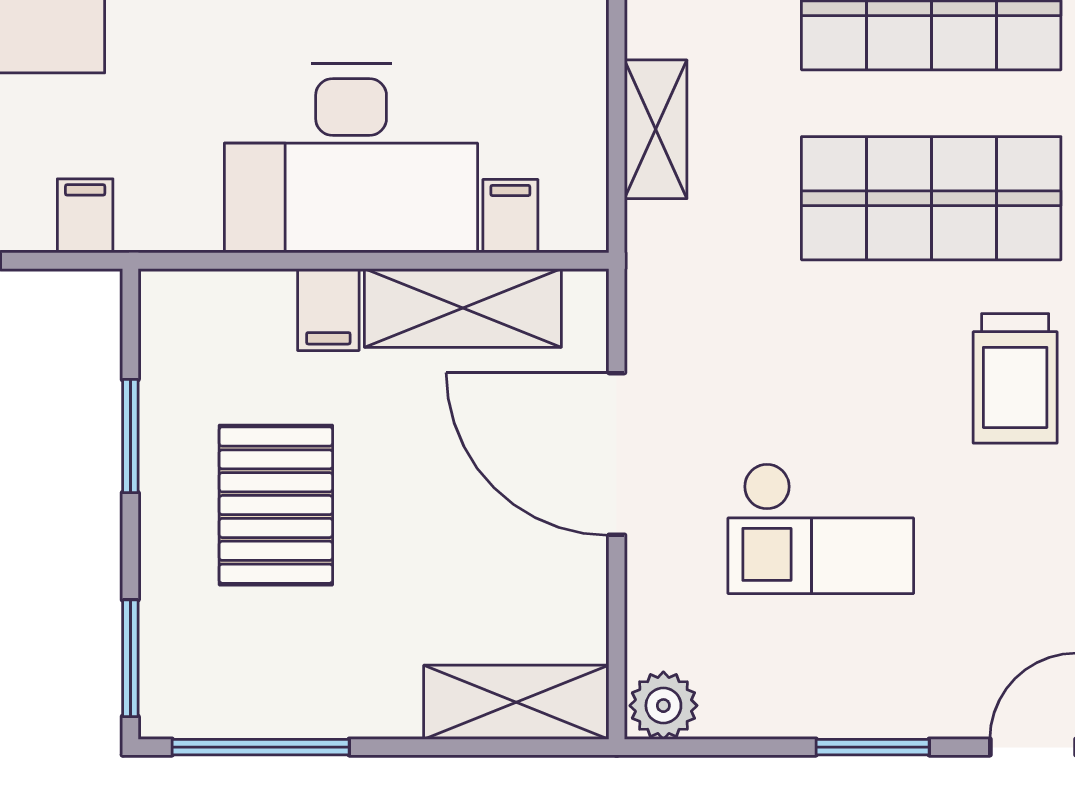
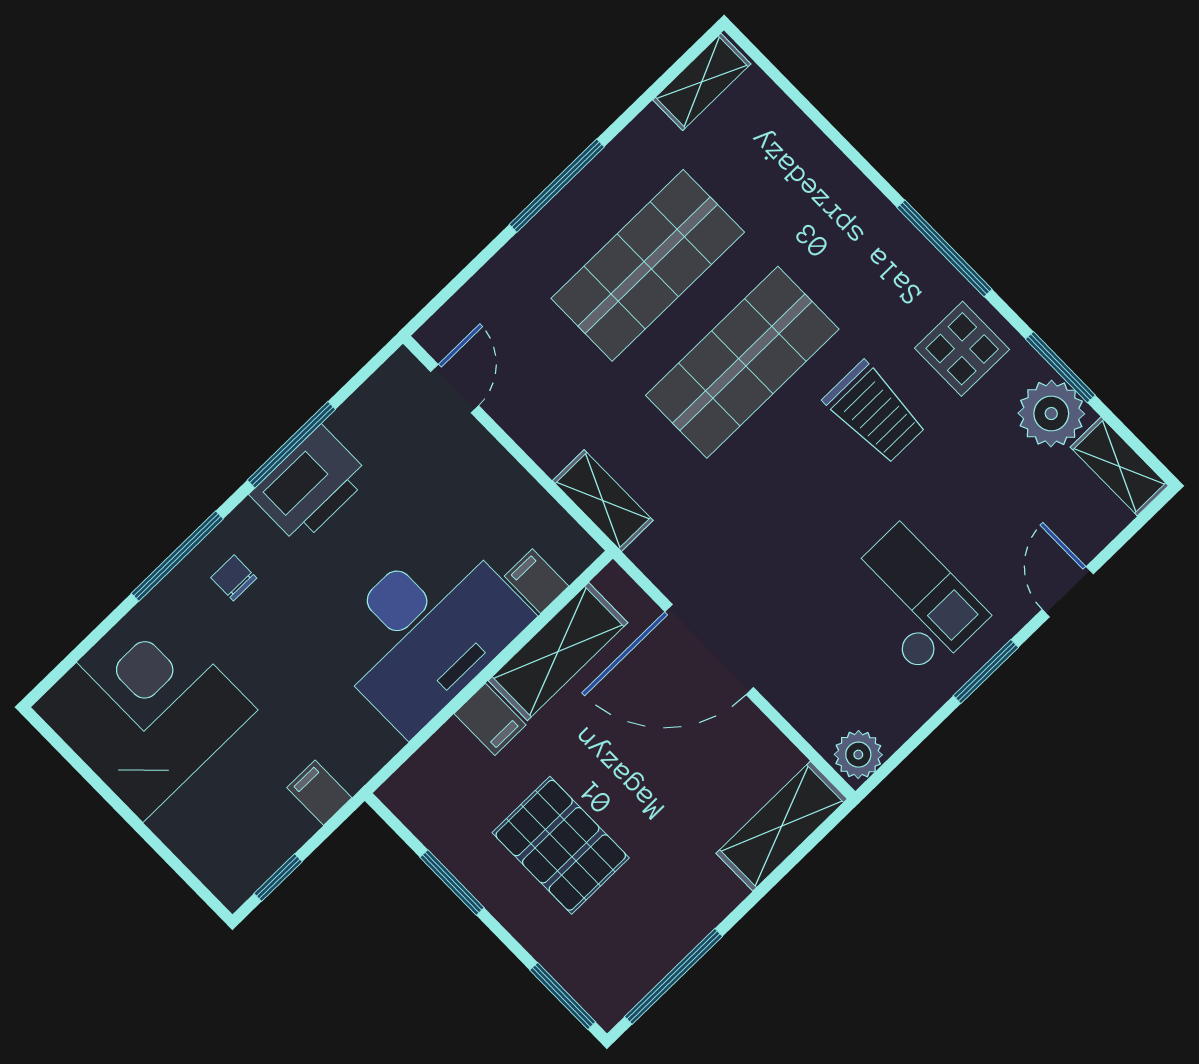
shelving: (656, 129) -> (603, 501), moved
checkout: (821, 528) -> (913, 601), moved, turned -90

